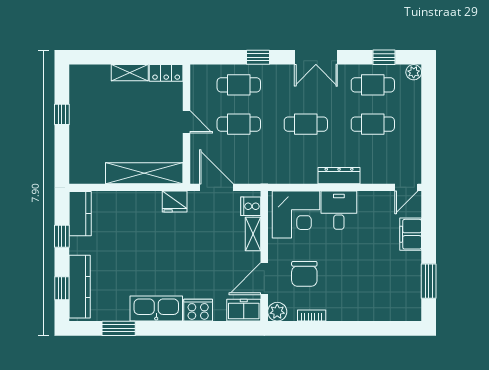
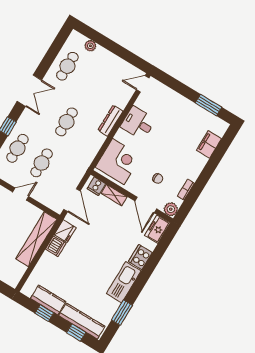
window: (384, 57) -> (55, 49), removed
plant: (414, 72) -> (90, 46), moved
cafe table: (373, 124) -> (91, 81), removed
door: (216, 187) -> (72, 200), swing flipped
door: (406, 187) -> (143, 84), swing flipped
dishwasher: (150, 201) -> (56, 246), added
desk: (339, 210) -> (138, 123), moved
kitchen counter: (80, 214) -> (48, 300), moved
filing cabinet: (411, 234) -> (209, 144), moved, turned 90
chair: (304, 274) -> (158, 179), width x0.54, depth x0.54

